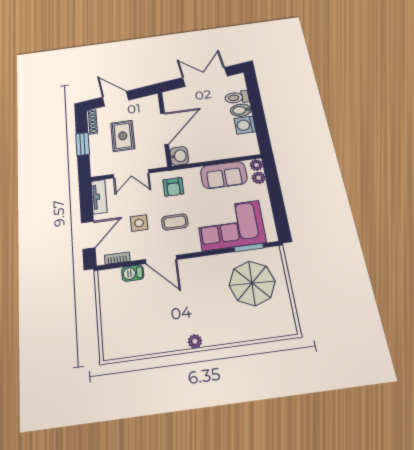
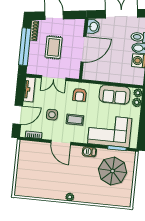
window: (83, 144) -> (25, 47), width x2.11
washbasin: (179, 156) -> (93, 27), moved
barbecue: (133, 273) -> (89, 152), moved

